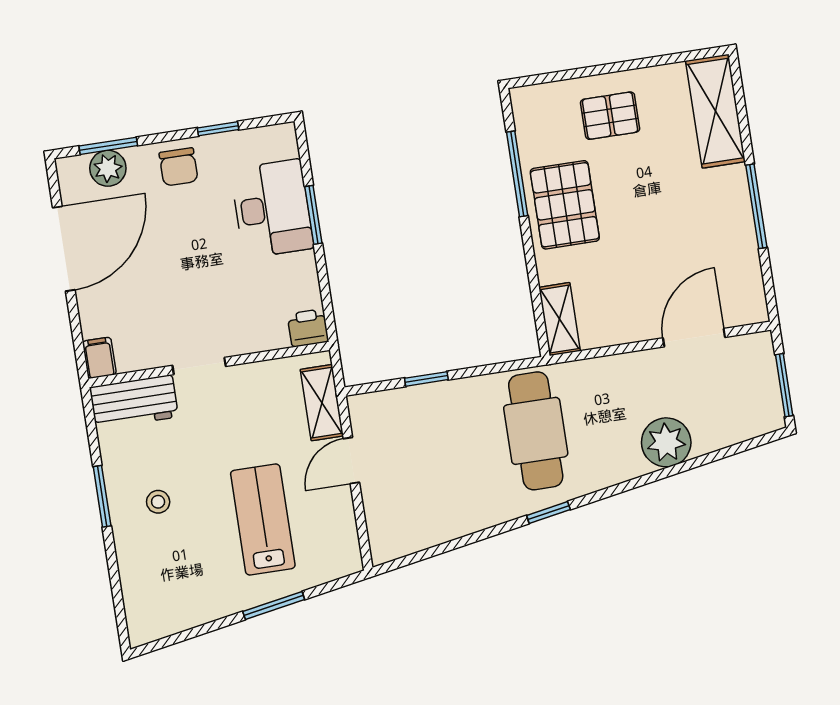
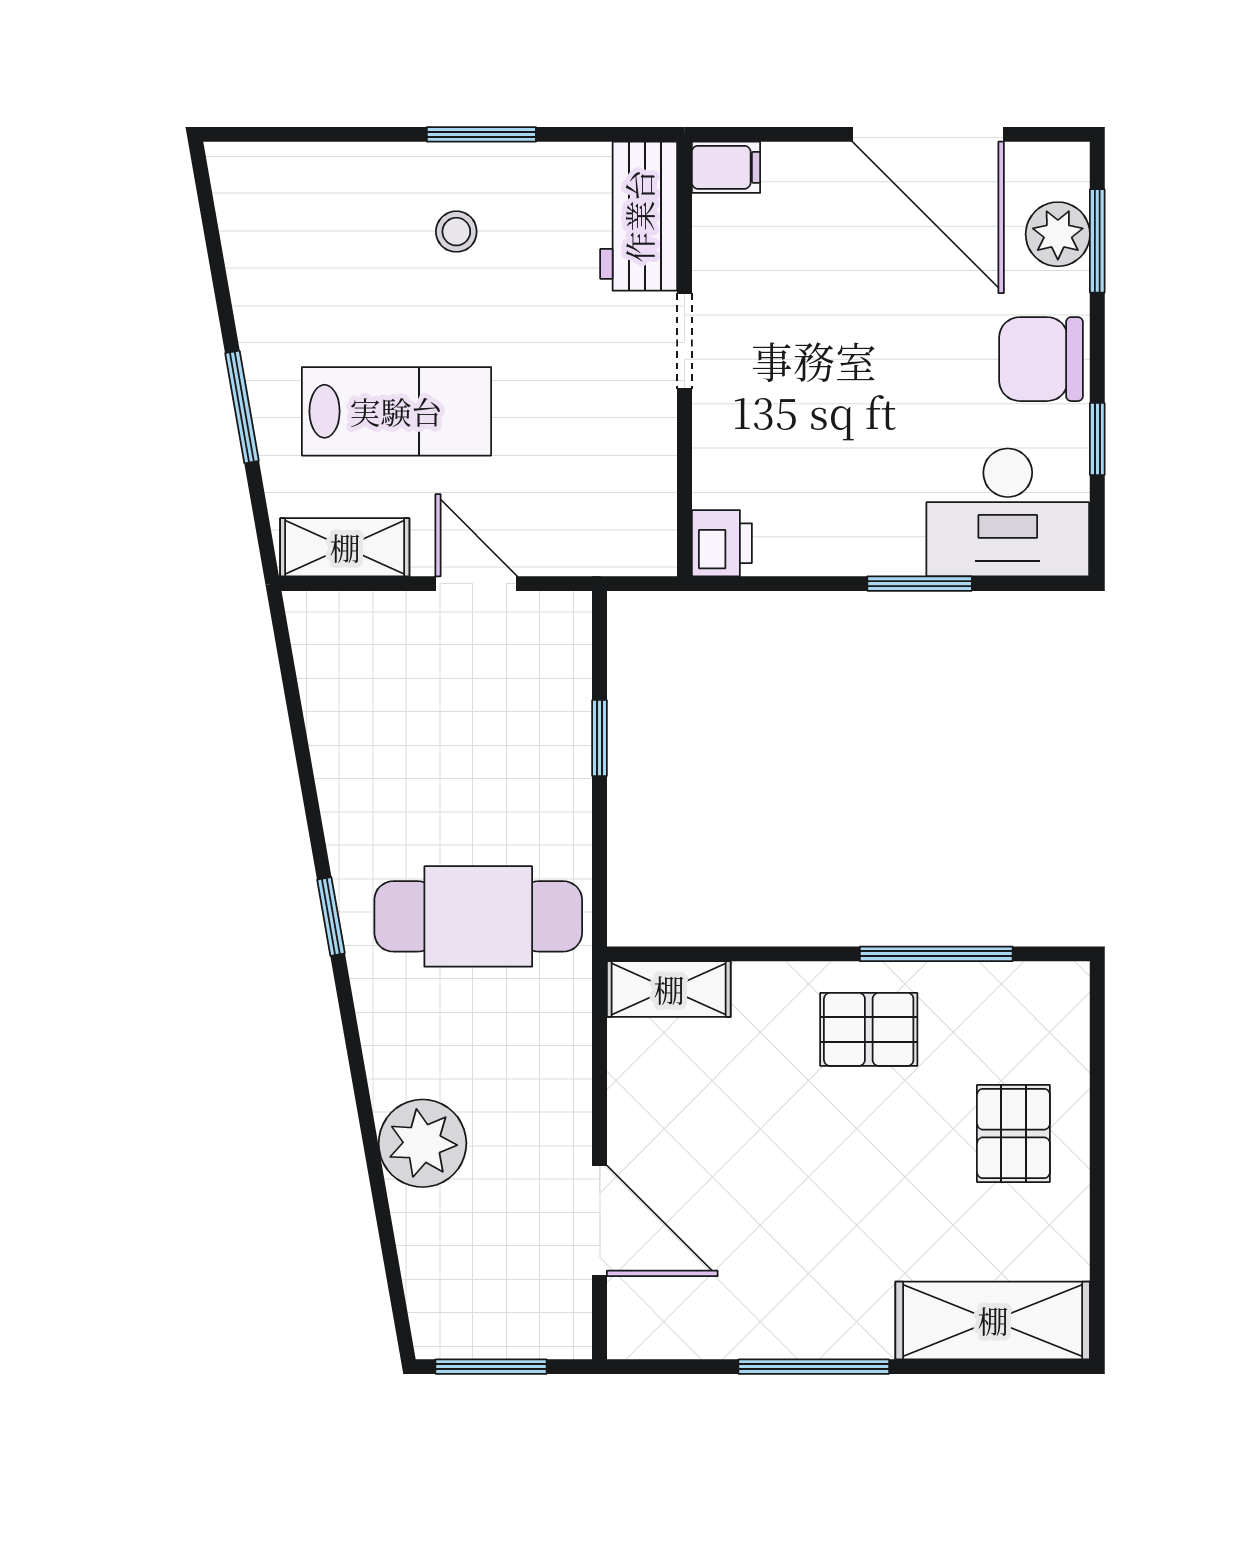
chair: (179, 167) -> (1041, 359), width x1.37, depth x1.37
pallet: (565, 205) -> (869, 1029), width x0.67, depth x0.71
desk: (272, 209) -> (1008, 512), moved
shelving: (322, 403) -> (345, 547), moved

